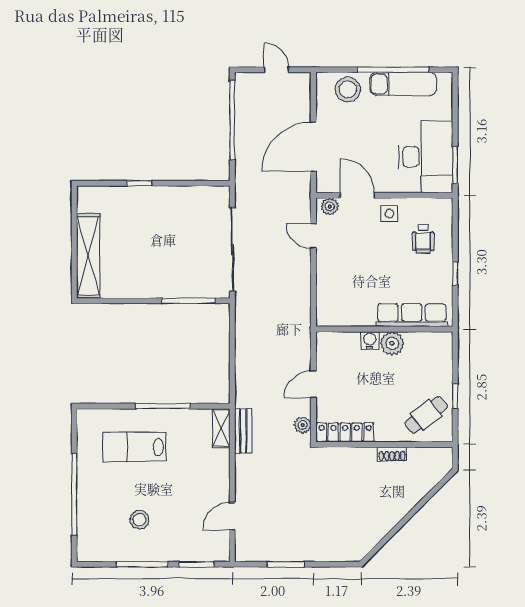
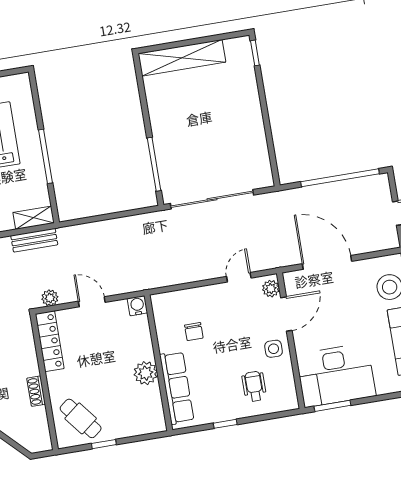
window: (140, 183) -> (255, 53), moved
wheelchair: (423, 239) -> (254, 386), turned 90
chair: (359, 289) -> (194, 332), added
water cooler: (370, 340) -> (137, 306), moved, turned -90

